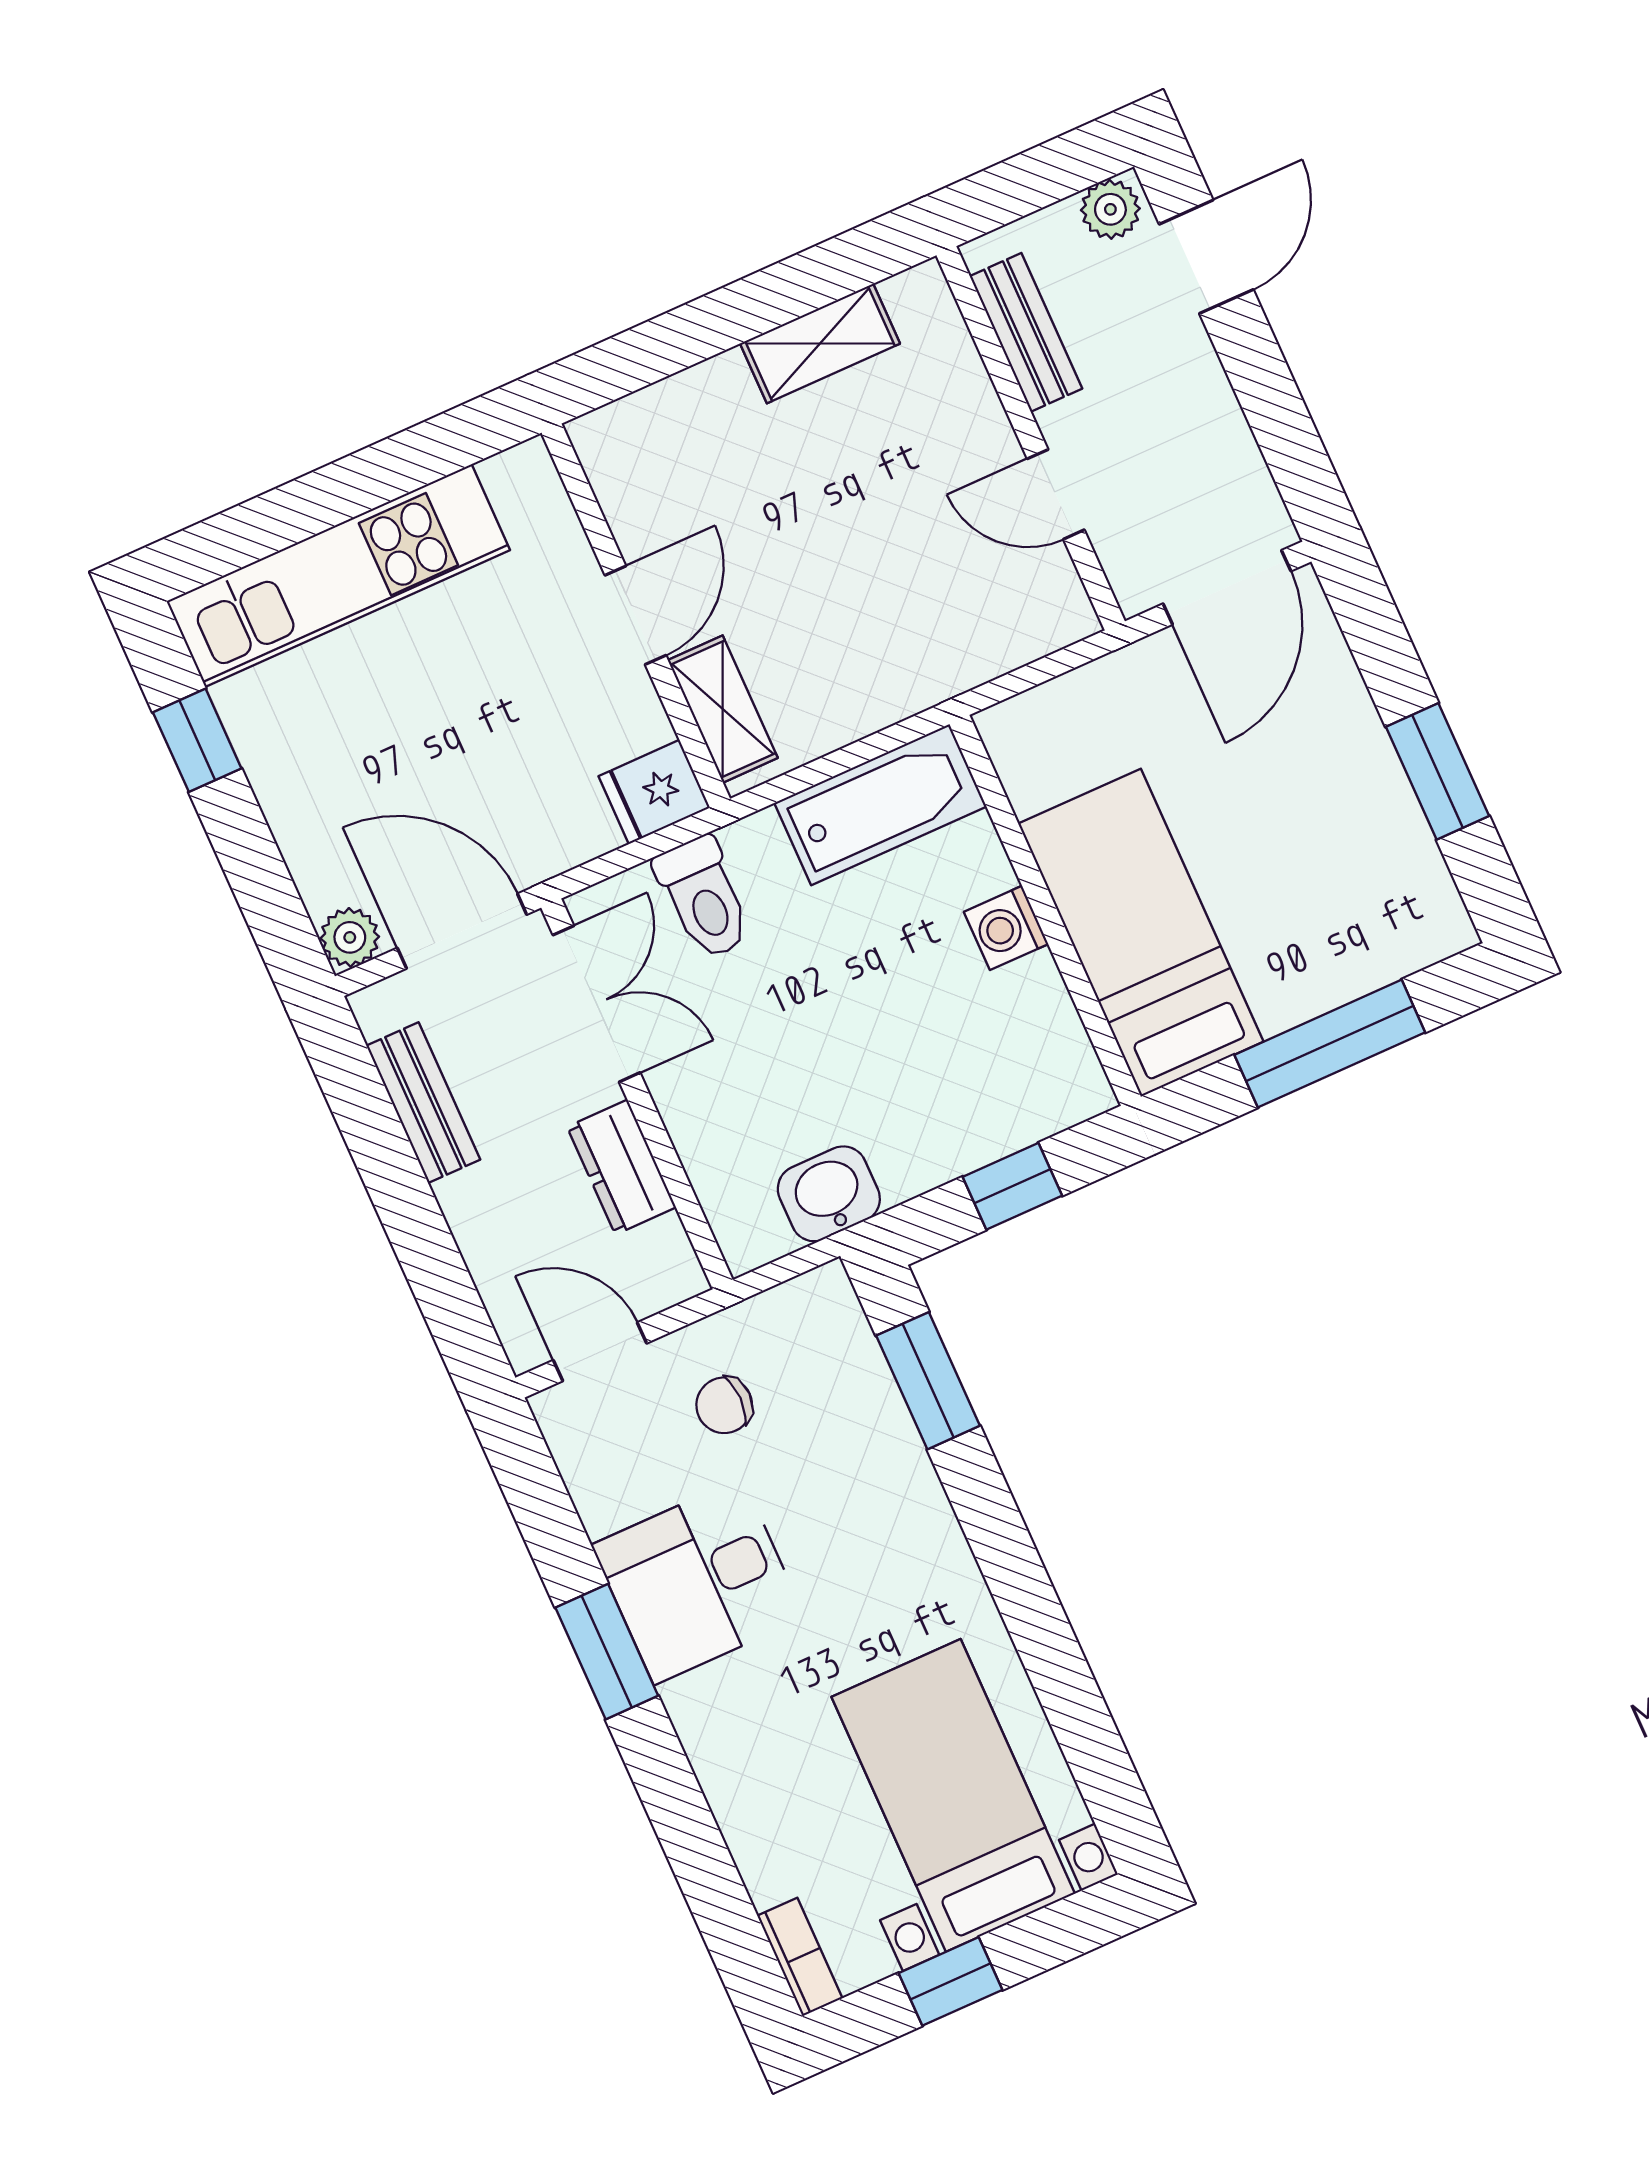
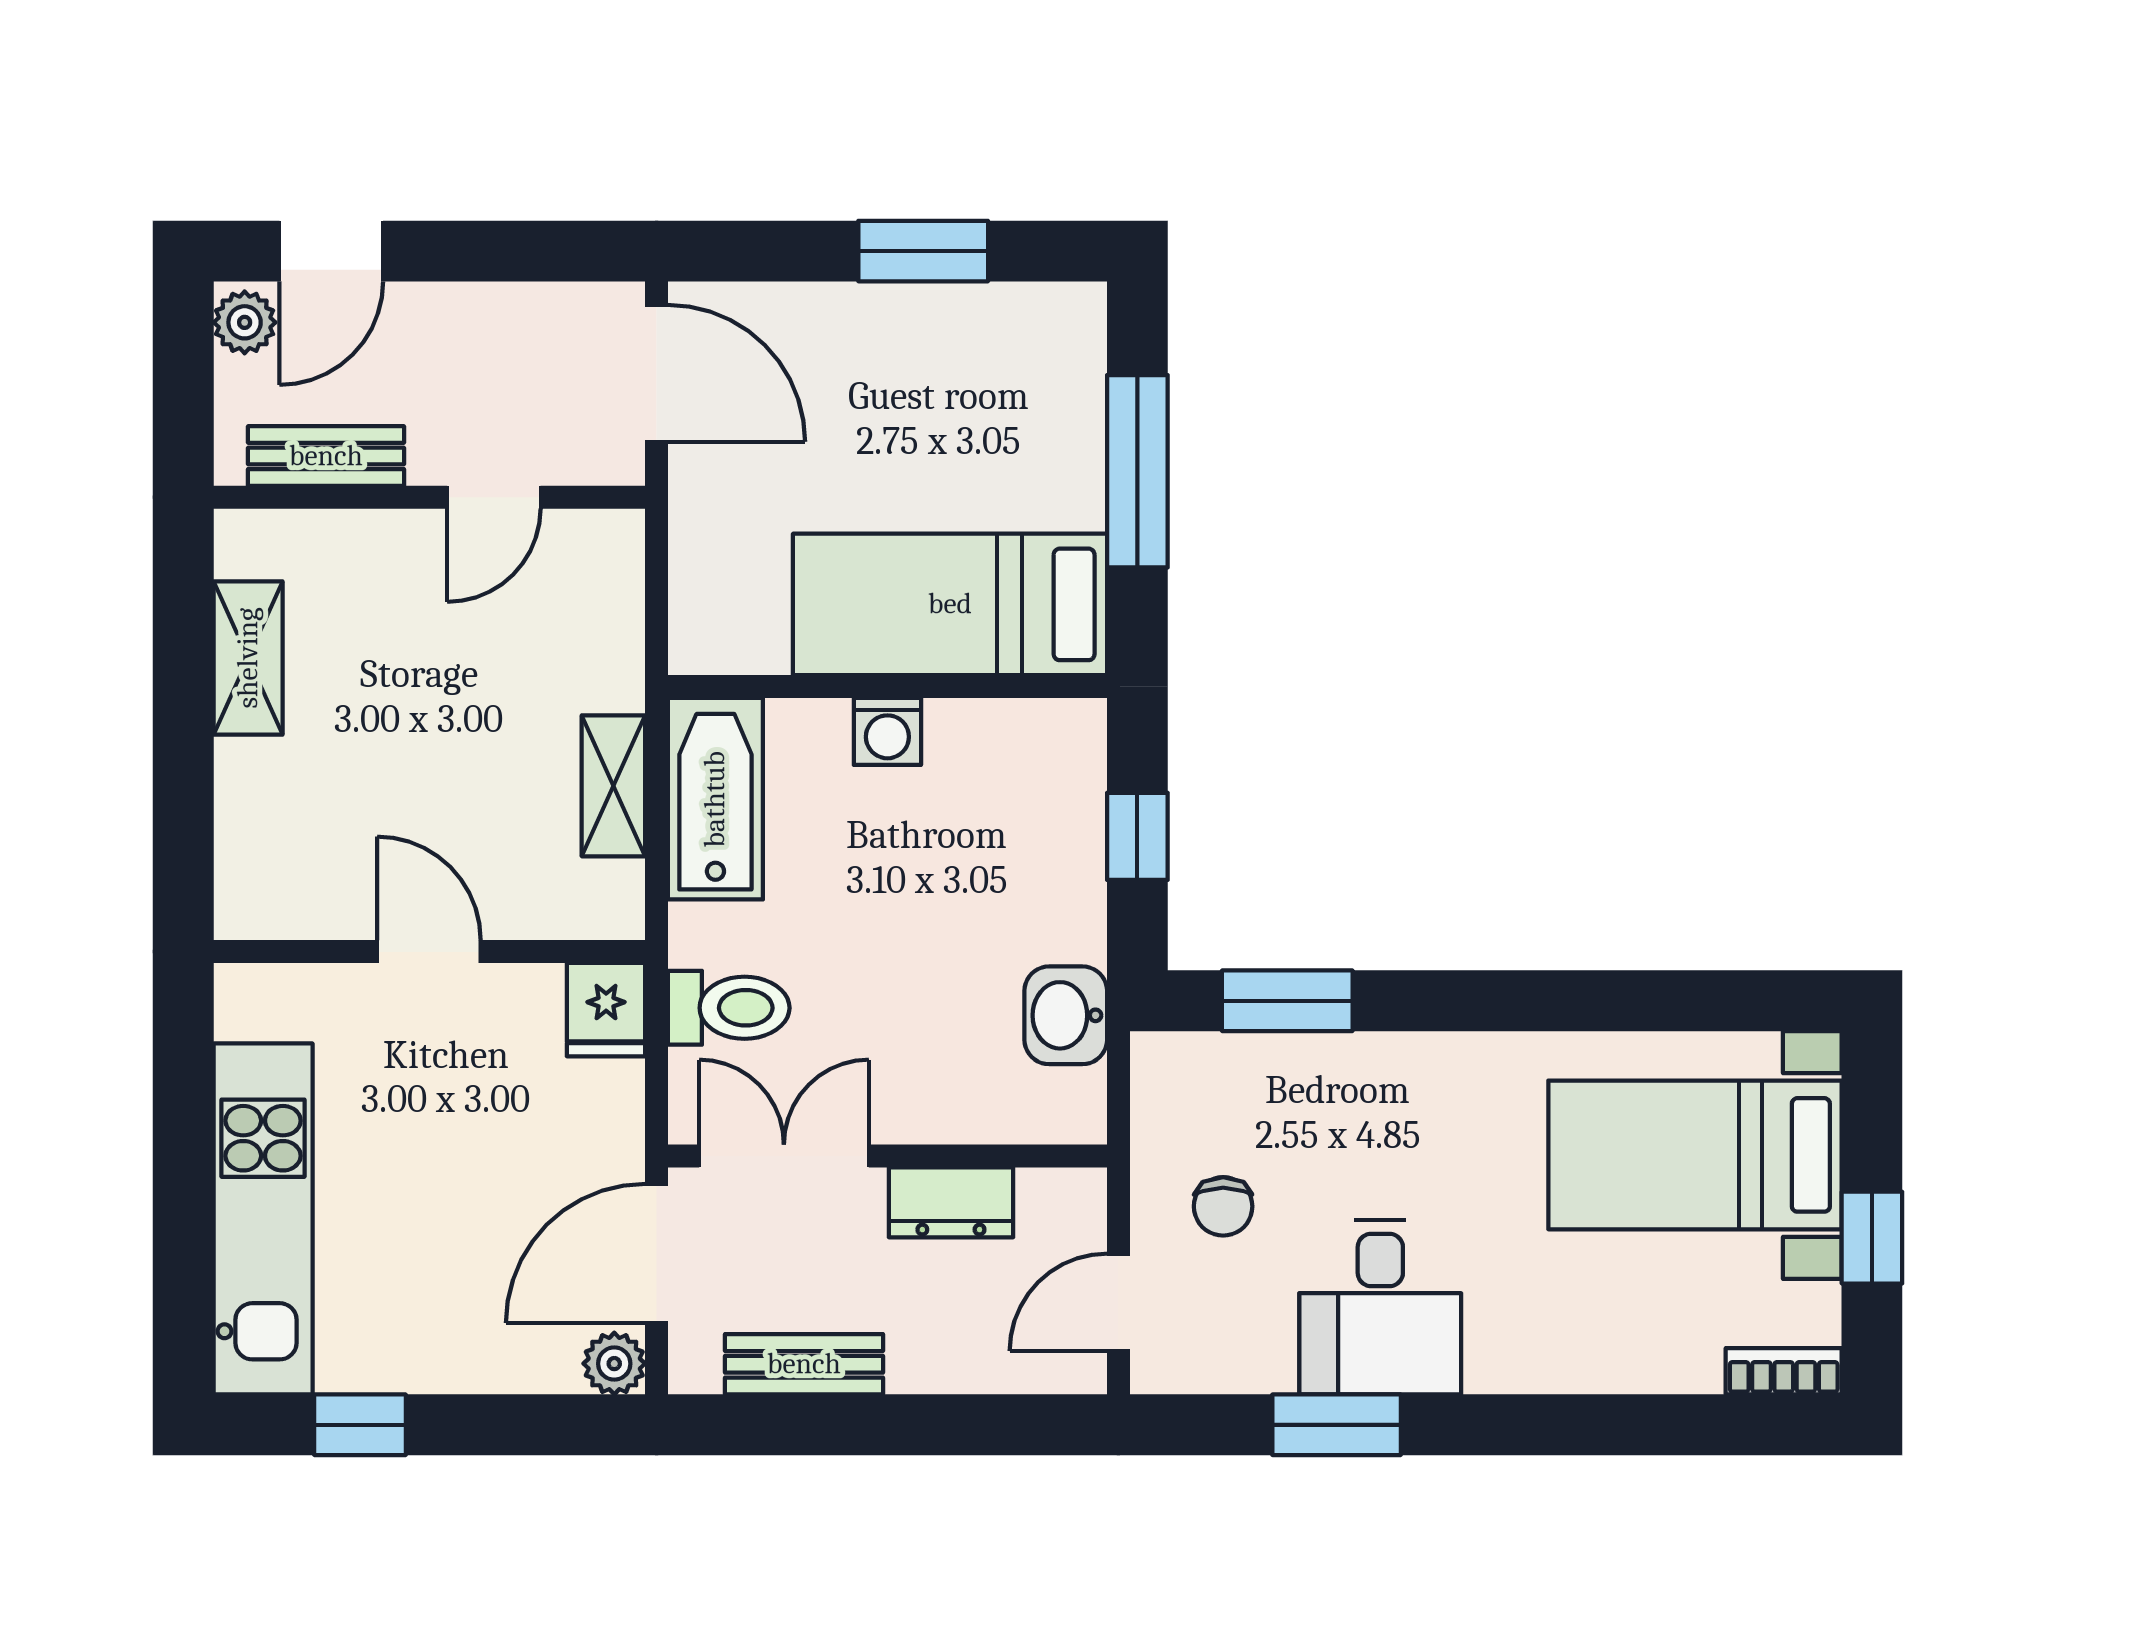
door: (1206, 257) -> (331, 251), swing flipped
shelving: (723, 709) -> (613, 786), moved, turned 90
window: (607, 1652) -> (1337, 1425), moved

